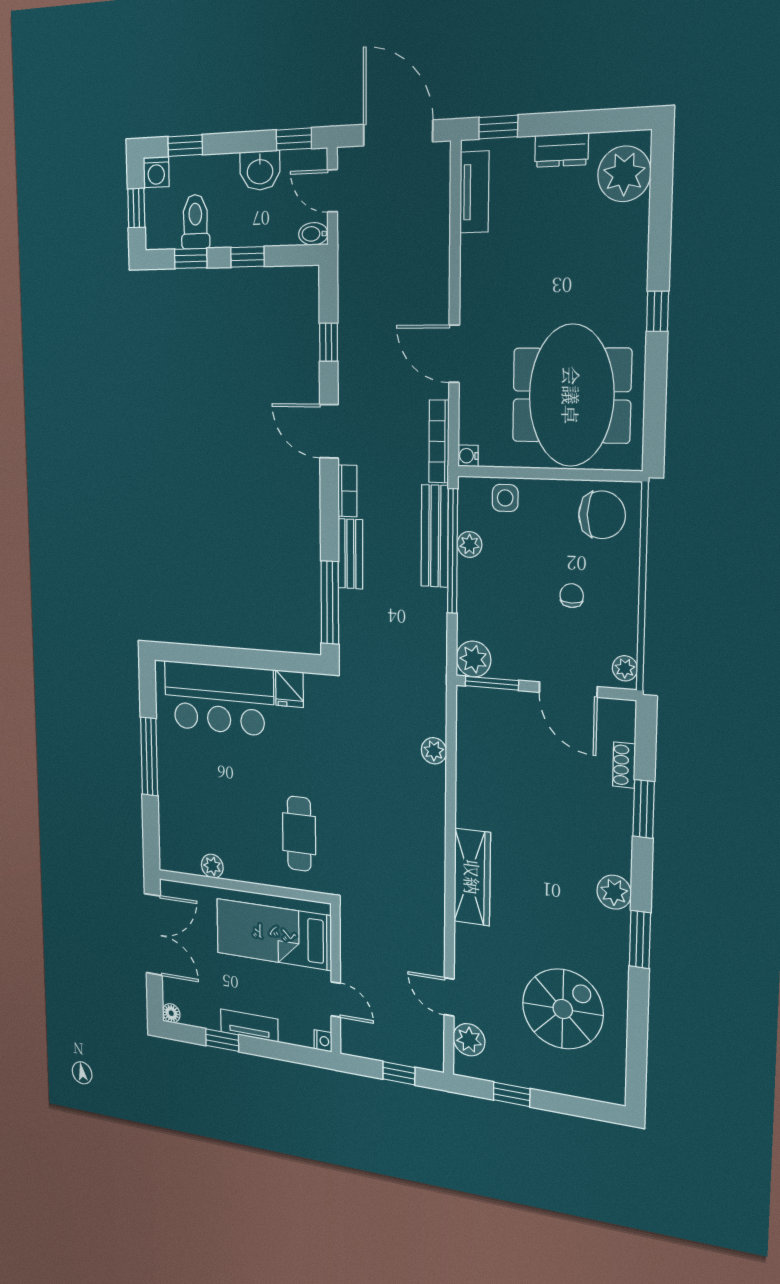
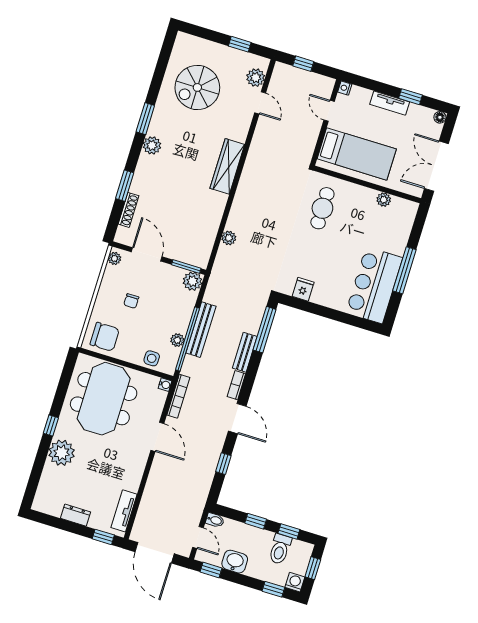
plant: (624, 174) -> (62, 453), moved
chair: (602, 515) -> (105, 337), turned 180
bench: (435, 536) -> (201, 330), moved
bar counter: (219, 698) -> (374, 285), moved, turned -90
shoe rack: (624, 765) -> (129, 210), width x1.43

